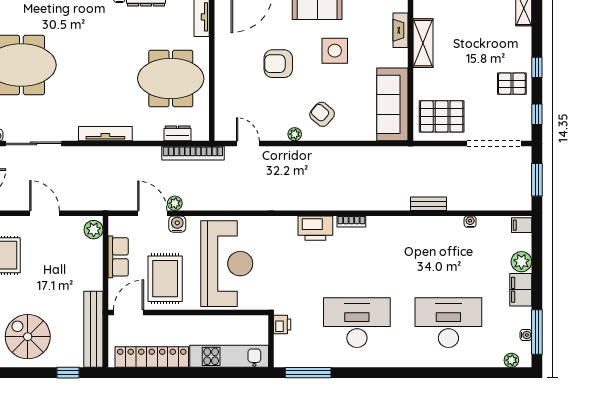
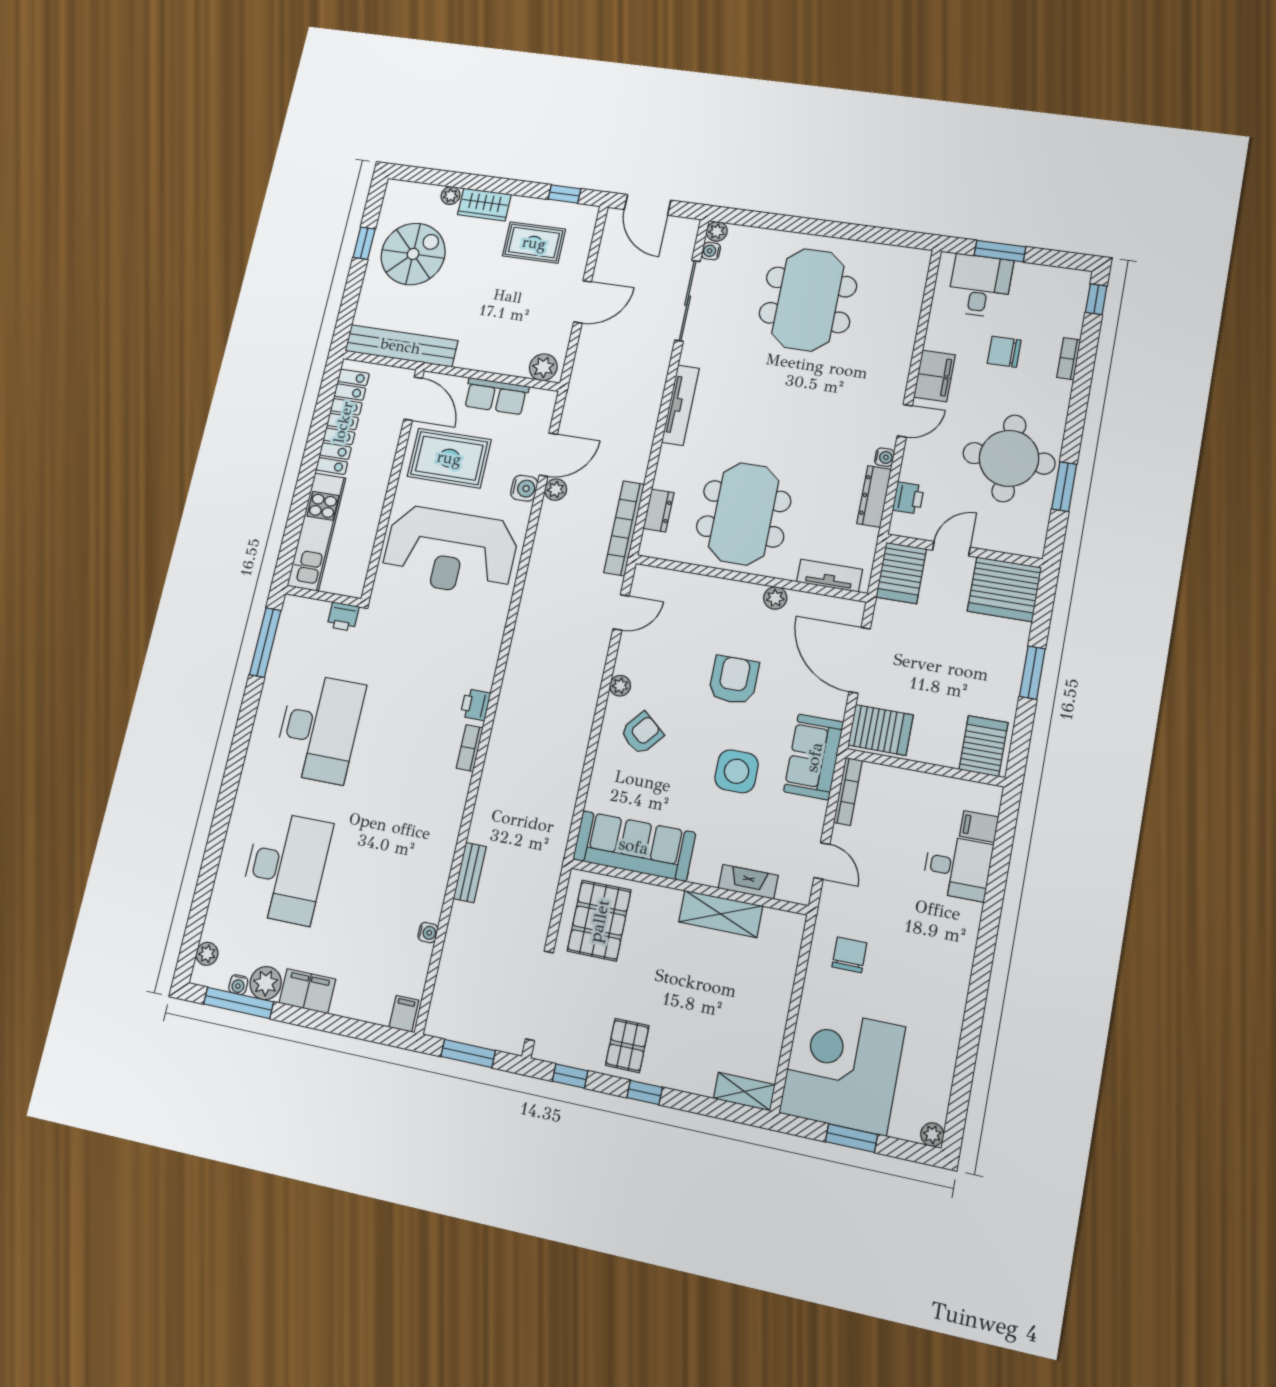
plant: (222, 48) -> (775, 598), added
printer: (315, 228) -> (475, 705), width x0.53, depth x0.68
plant: (521, 262) -> (266, 983), moved
window: (68, 373) -> (364, 243), moved

